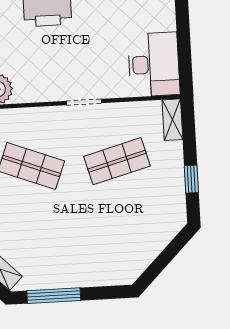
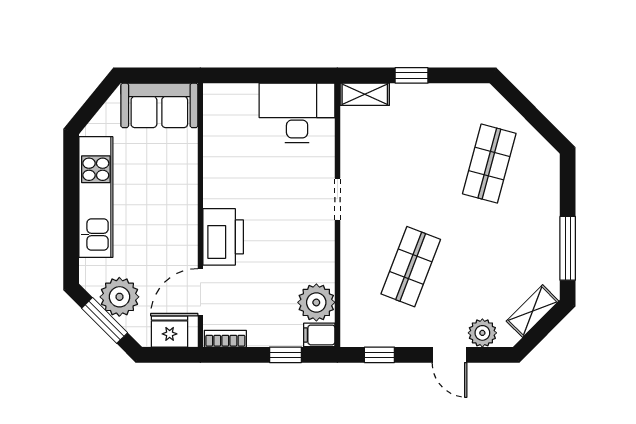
shop shelf: (117, 161) -> (489, 164), moved, turned 30
window: (191, 179) -> (412, 75), moved

